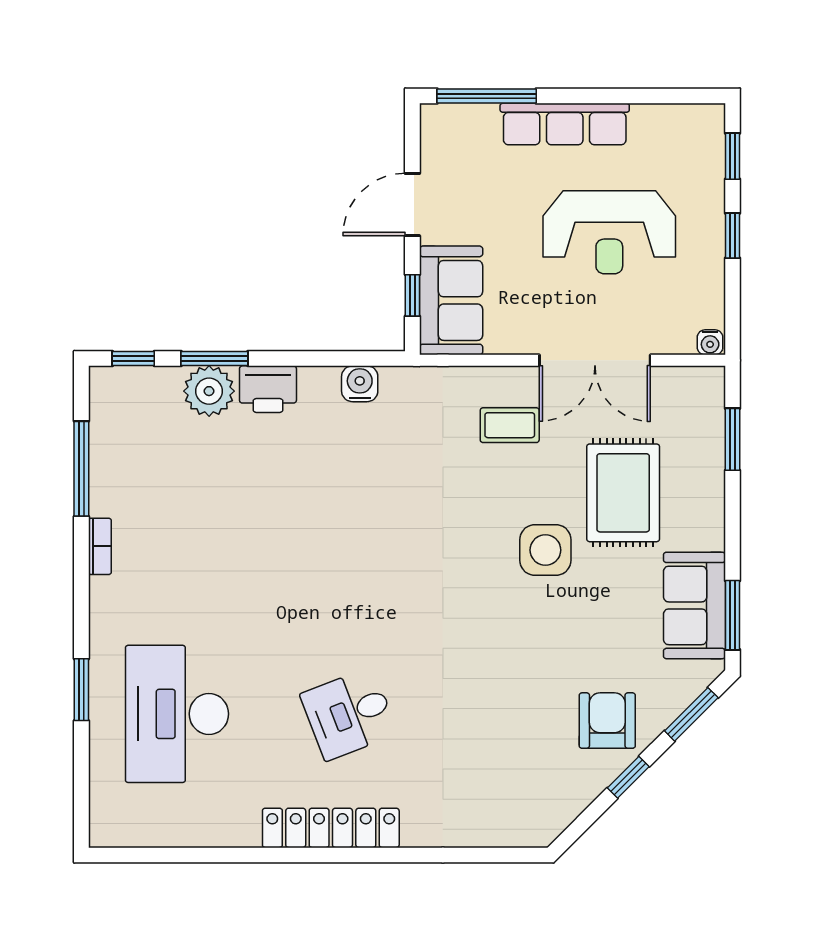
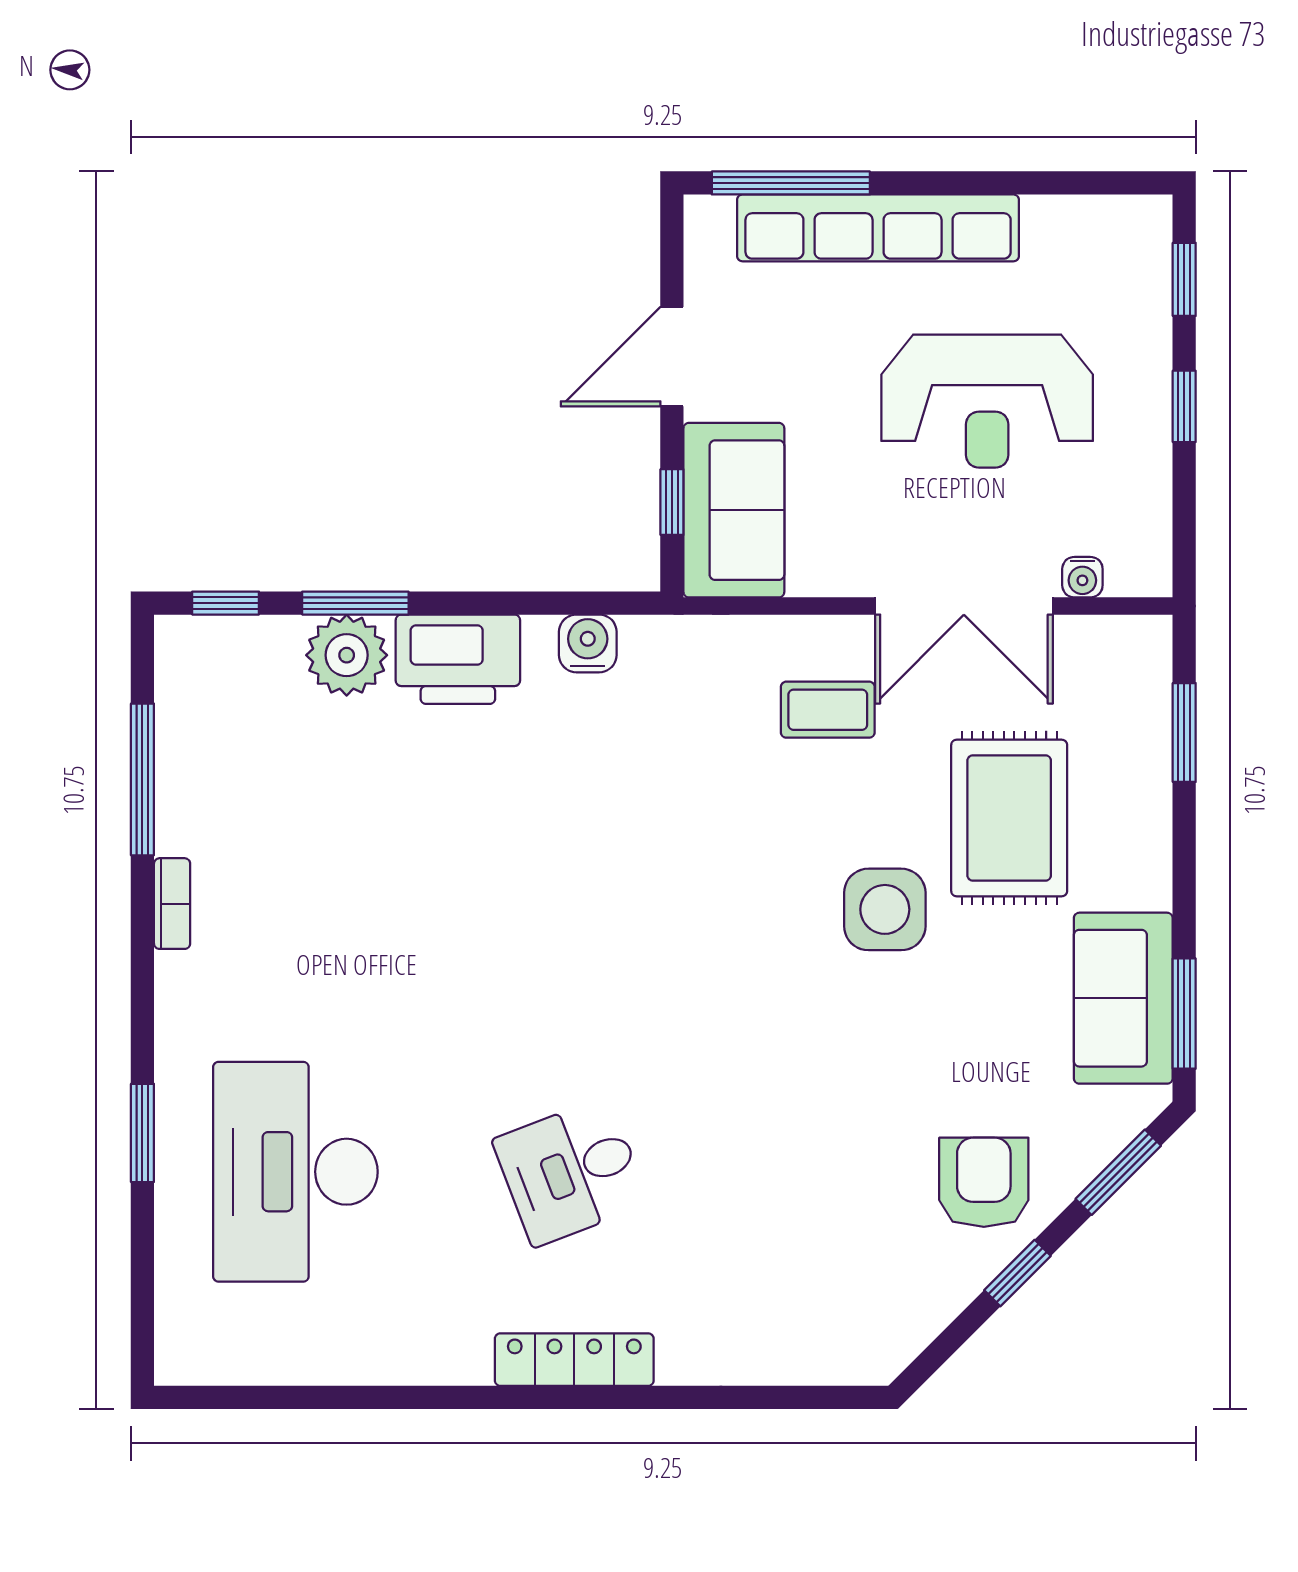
row of seats: (565, 124) -> (878, 228), width x1.36
water cooler: (710, 342) -> (1082, 577), moved
printer: (268, 389) -> (458, 659), width x1.37, depth x1.19
locker: (331, 828) -> (574, 1360), width x0.71, depth x0.83

